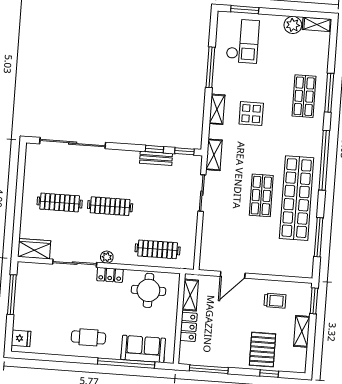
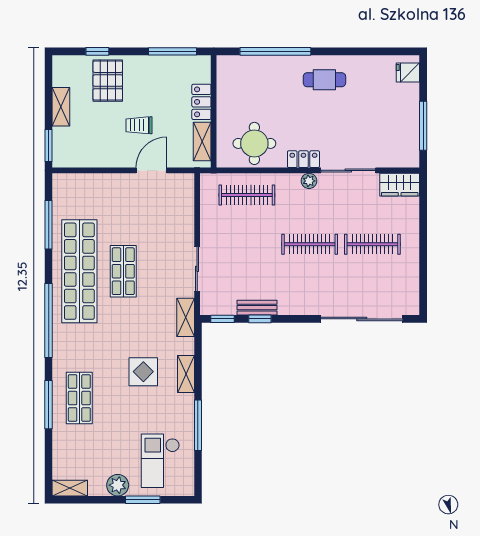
window: (245, 10) -> (143, 500), moved
plant: (293, 25) -> (118, 485), moved
trolley: (275, 301) -> (139, 125), moved
sofa: (143, 349) -> (256, 70), removed

